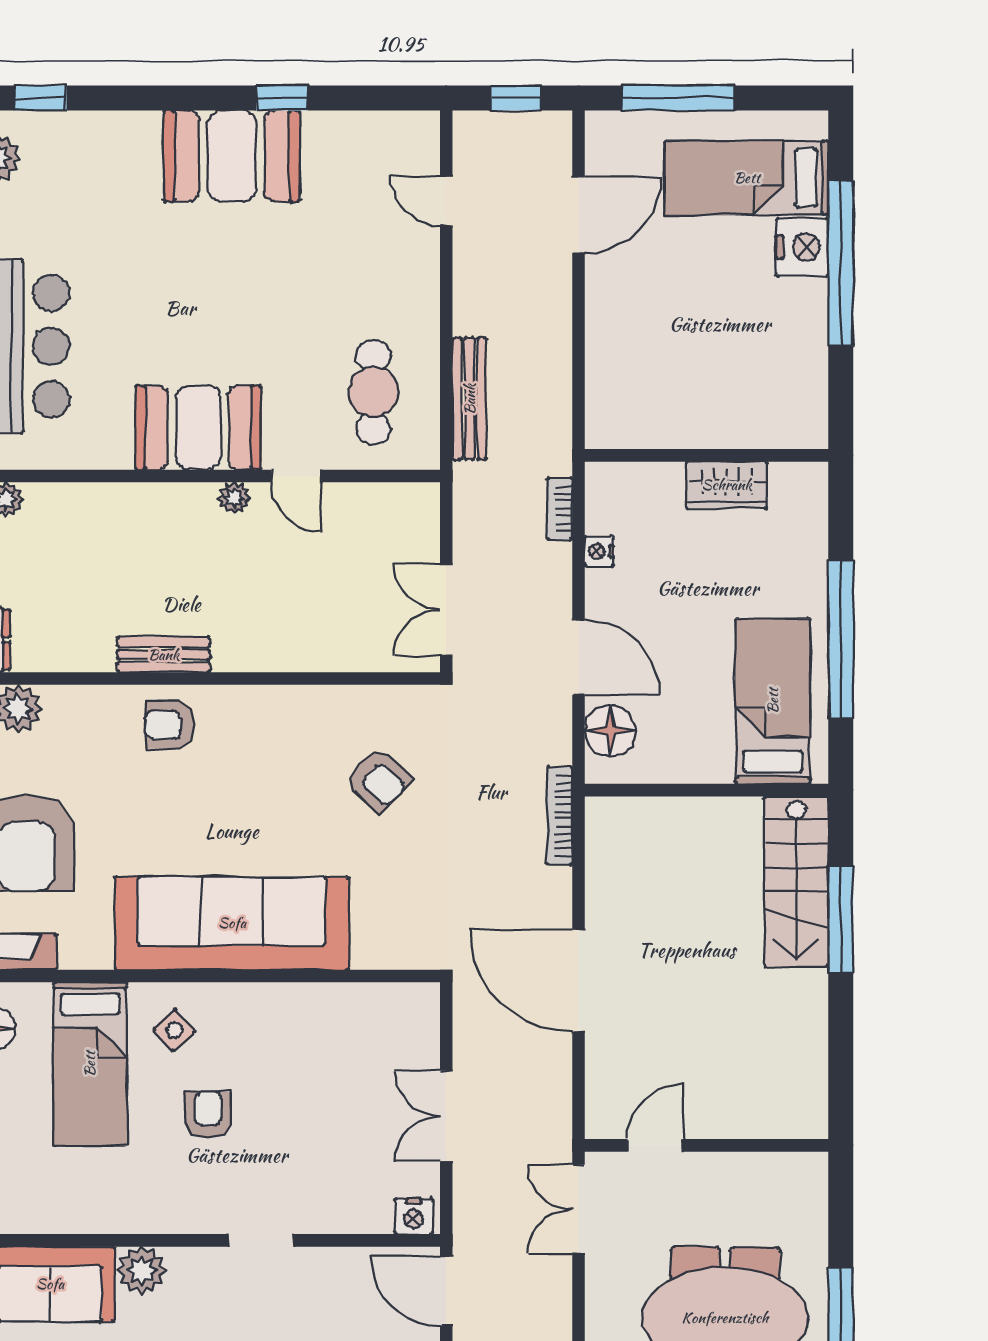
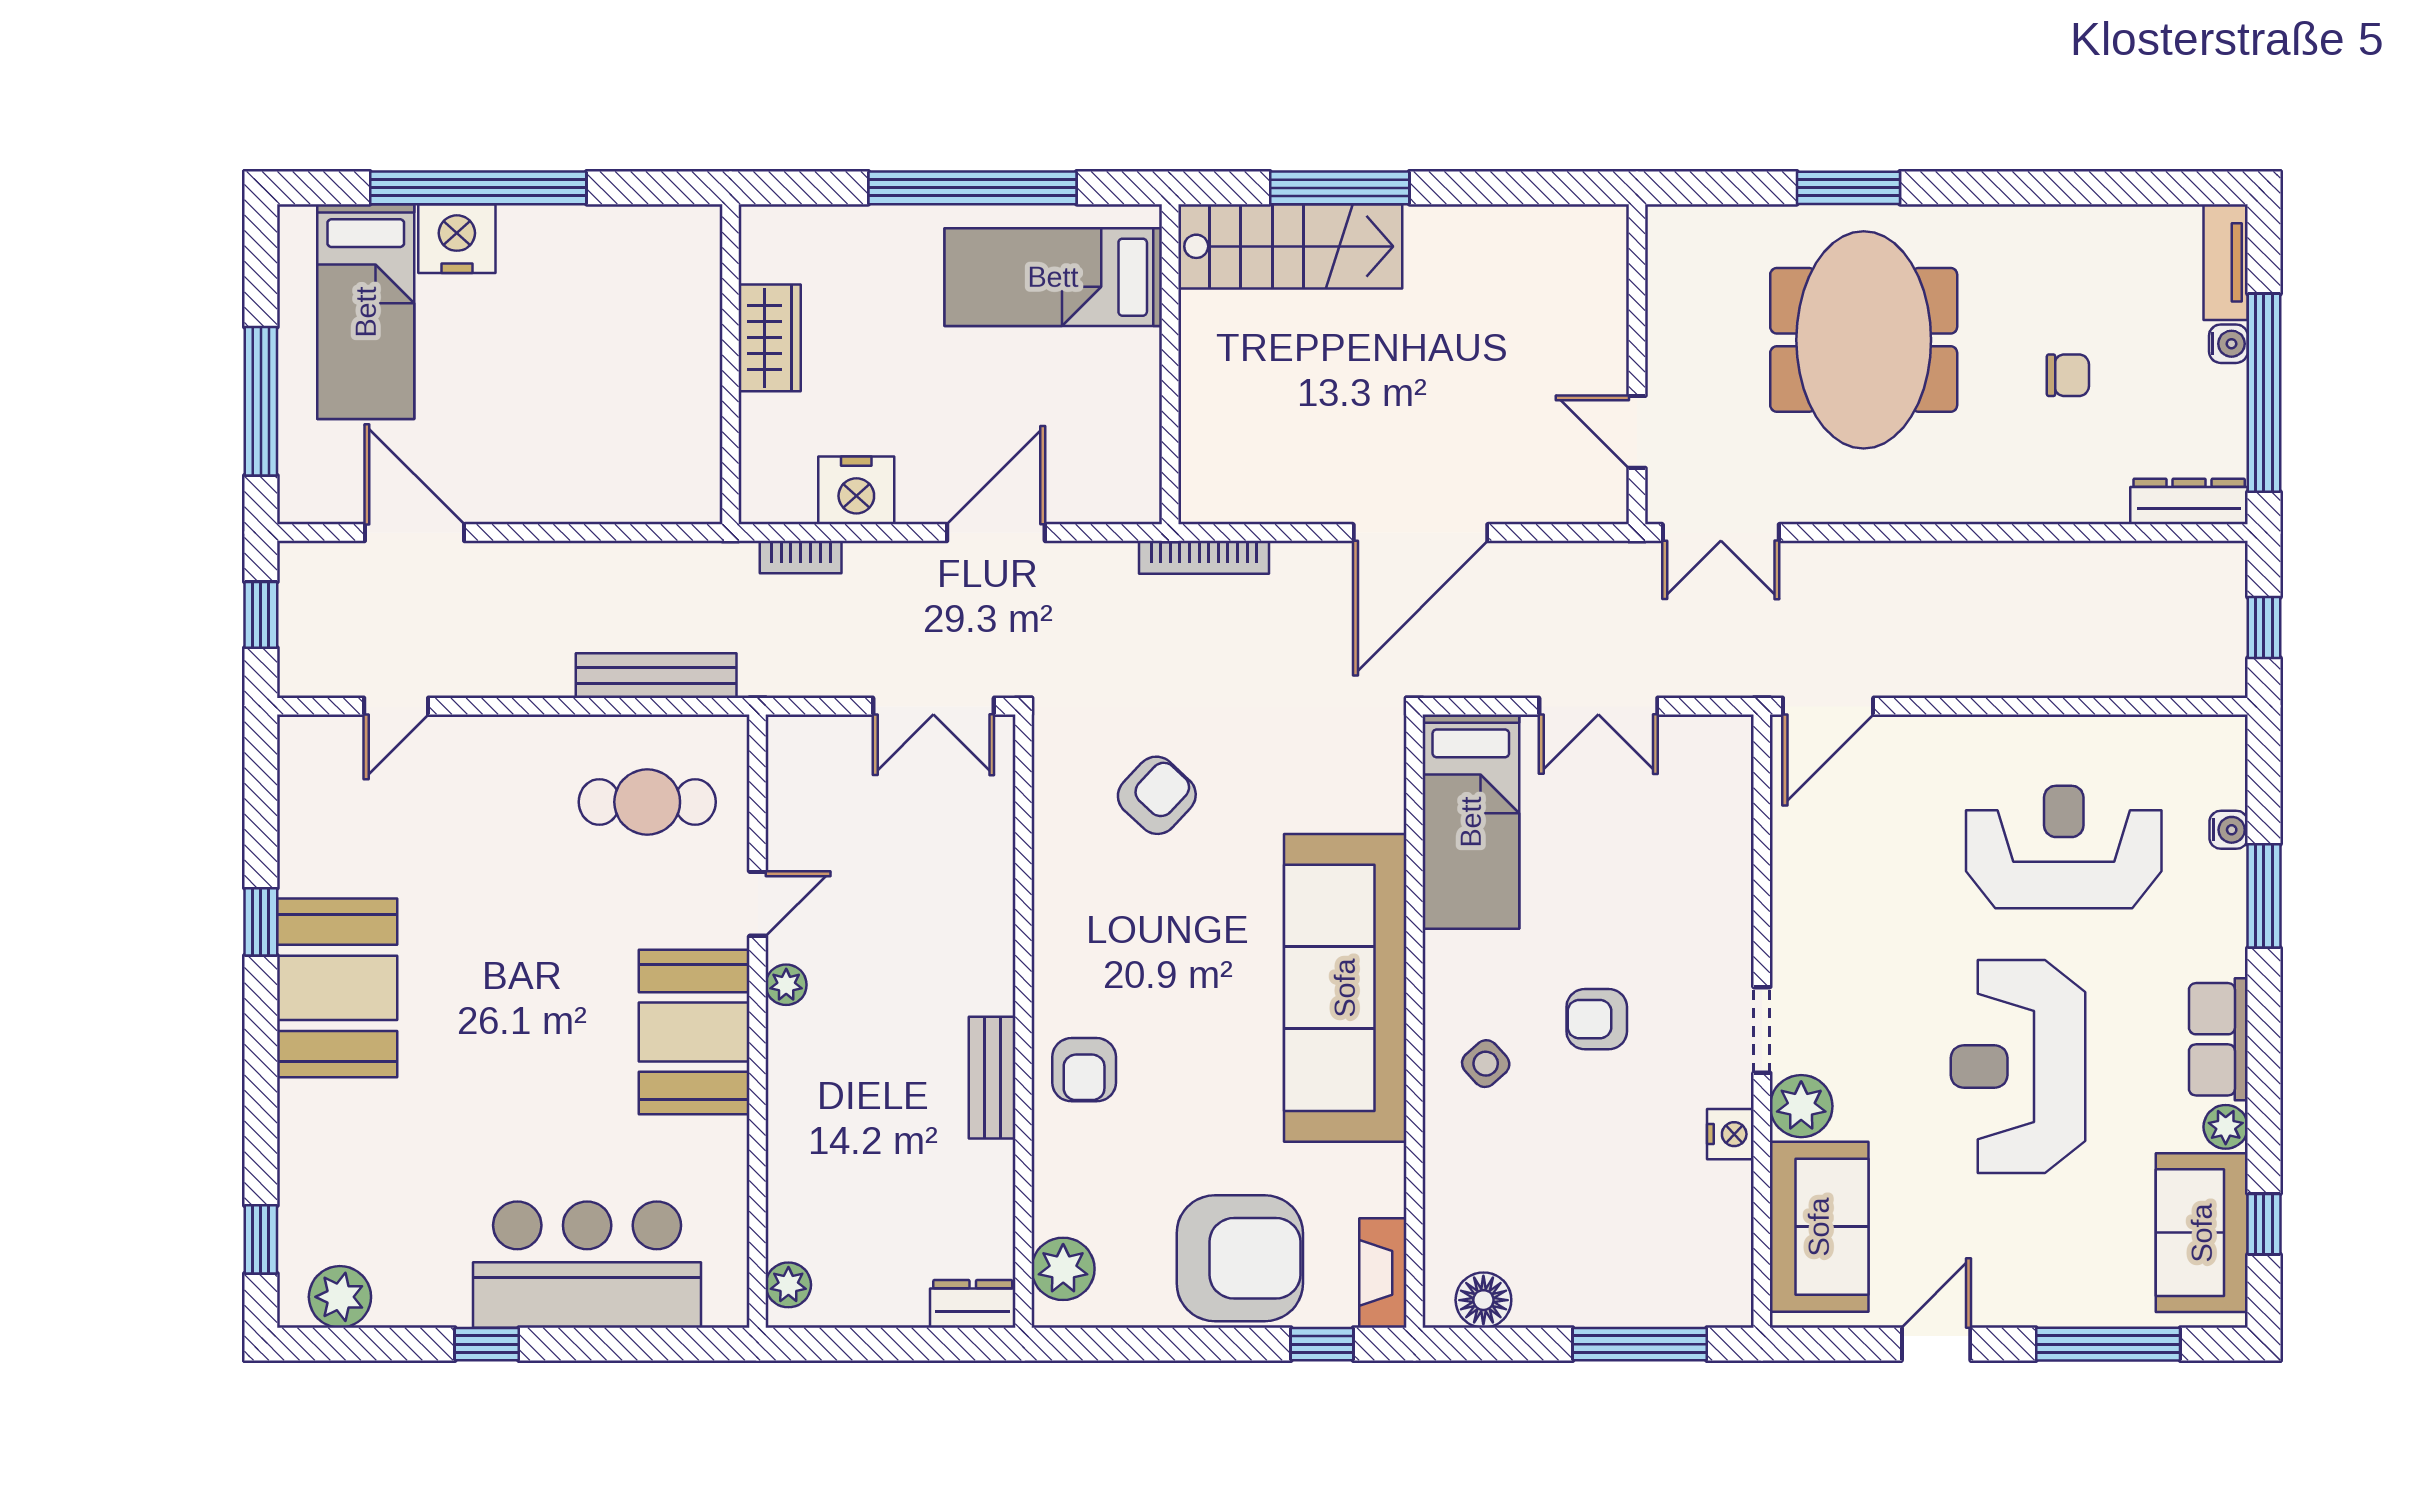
nightstand: (599, 551) -> (856, 490), width x1.89, depth x1.79
floor lamp: (610, 731) -> (1092, 491), removed
bed: (90, 1064) -> (1471, 822), moved, turned 90
nightstand: (414, 1217) -> (1730, 1134), moved
doorway: (261, 1240) -> (1762, 1030), moved

